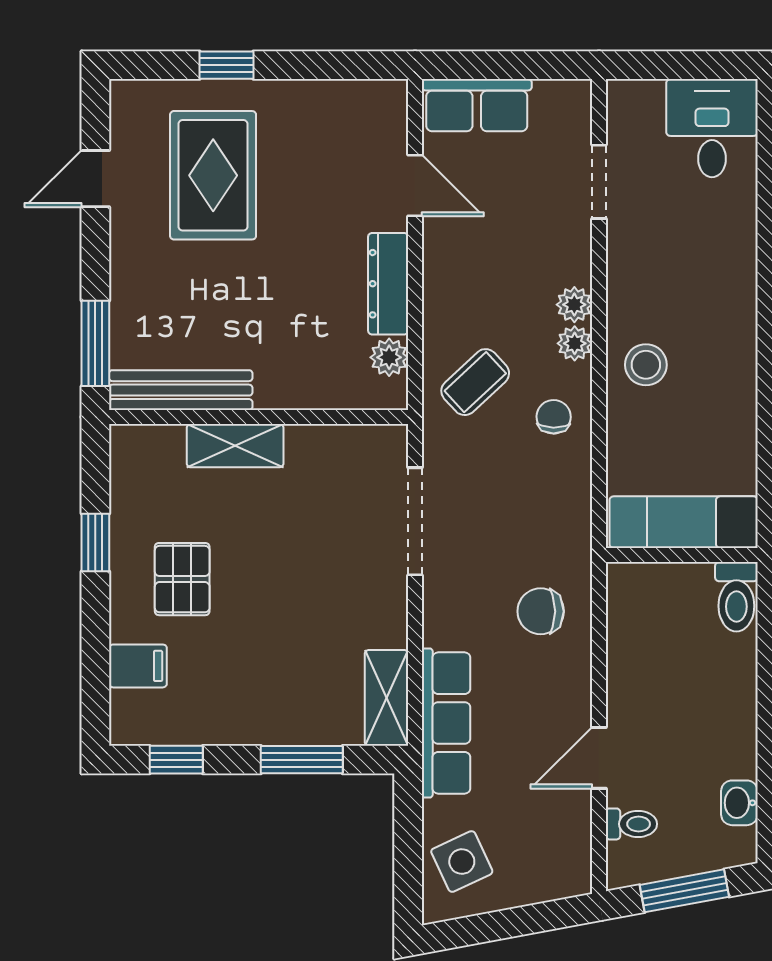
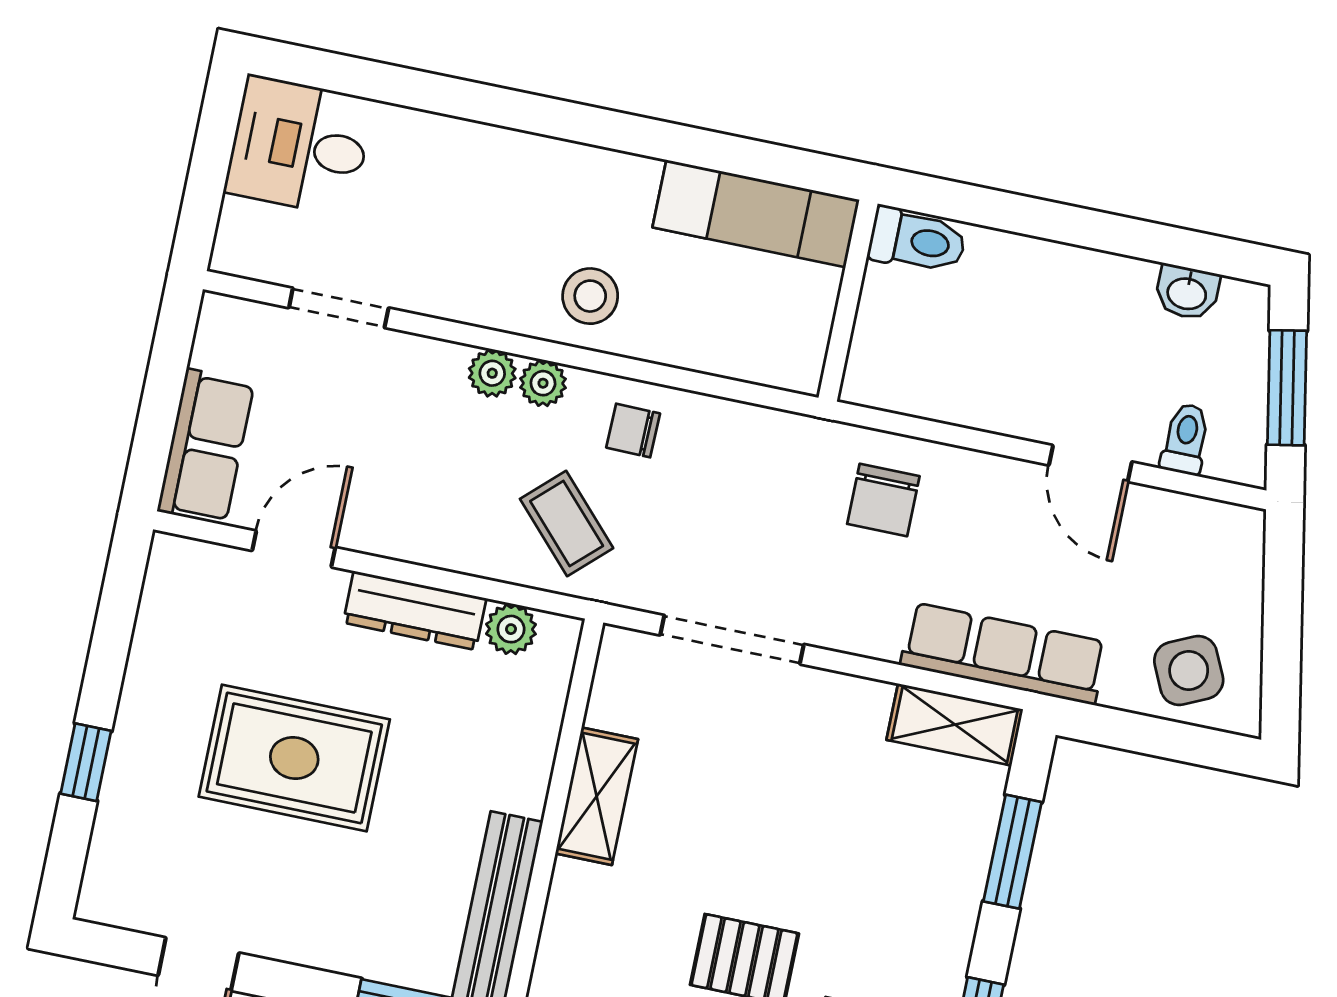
rug: (213, 175) -> (294, 758), moved
shelving: (235, 446) -> (597, 796), moved
exam couch: (684, 522) -> (756, 214), moved, turned -90

